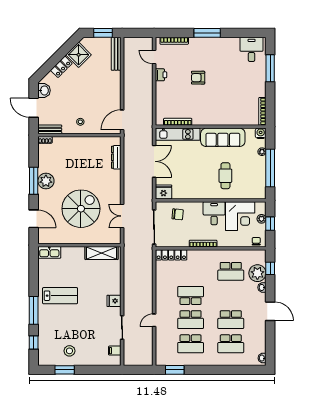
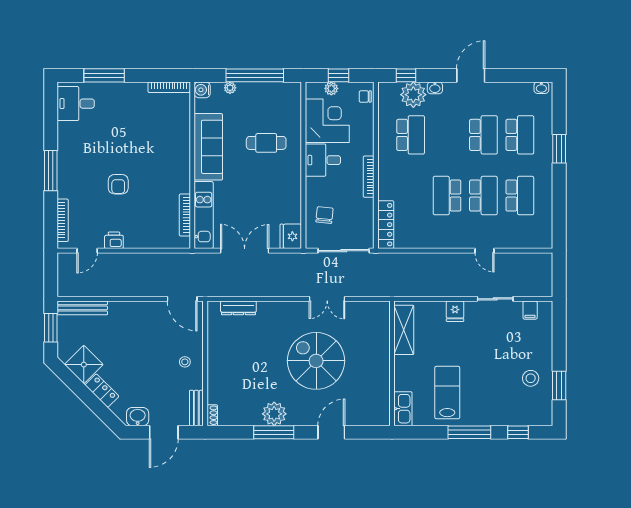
wall: (79, 245) -> (392, 363), moved
kitchen sink: (49, 252) -> (403, 409), moved
shelving: (102, 253) -> (404, 330), moved
window: (175, 370) -> (559, 149), moved

